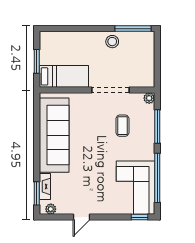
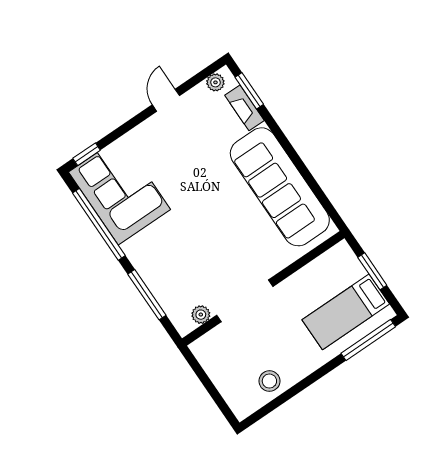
window: (133, 29) -> (368, 340), moved
stool: (112, 42) -> (269, 381), moved
bed: (64, 76) -> (346, 312), moved
plant: (149, 98) -> (201, 315), moved
coffee table: (122, 126) -> (195, 263), removed

